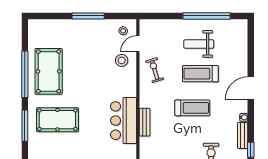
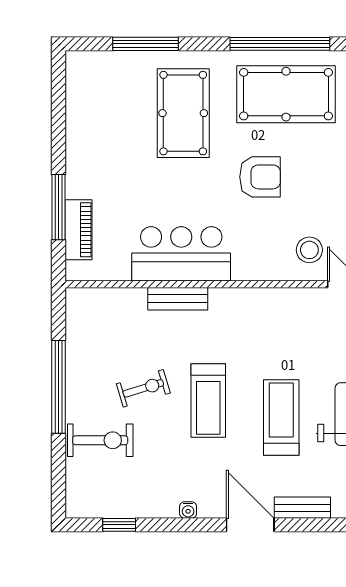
exercise bike: (155, 70) -> (143, 388), moved
armchair: (87, 84) -> (260, 177), added
window: (25, 126) -> (146, 44), moved
bench: (243, 135) -> (302, 508), moved

